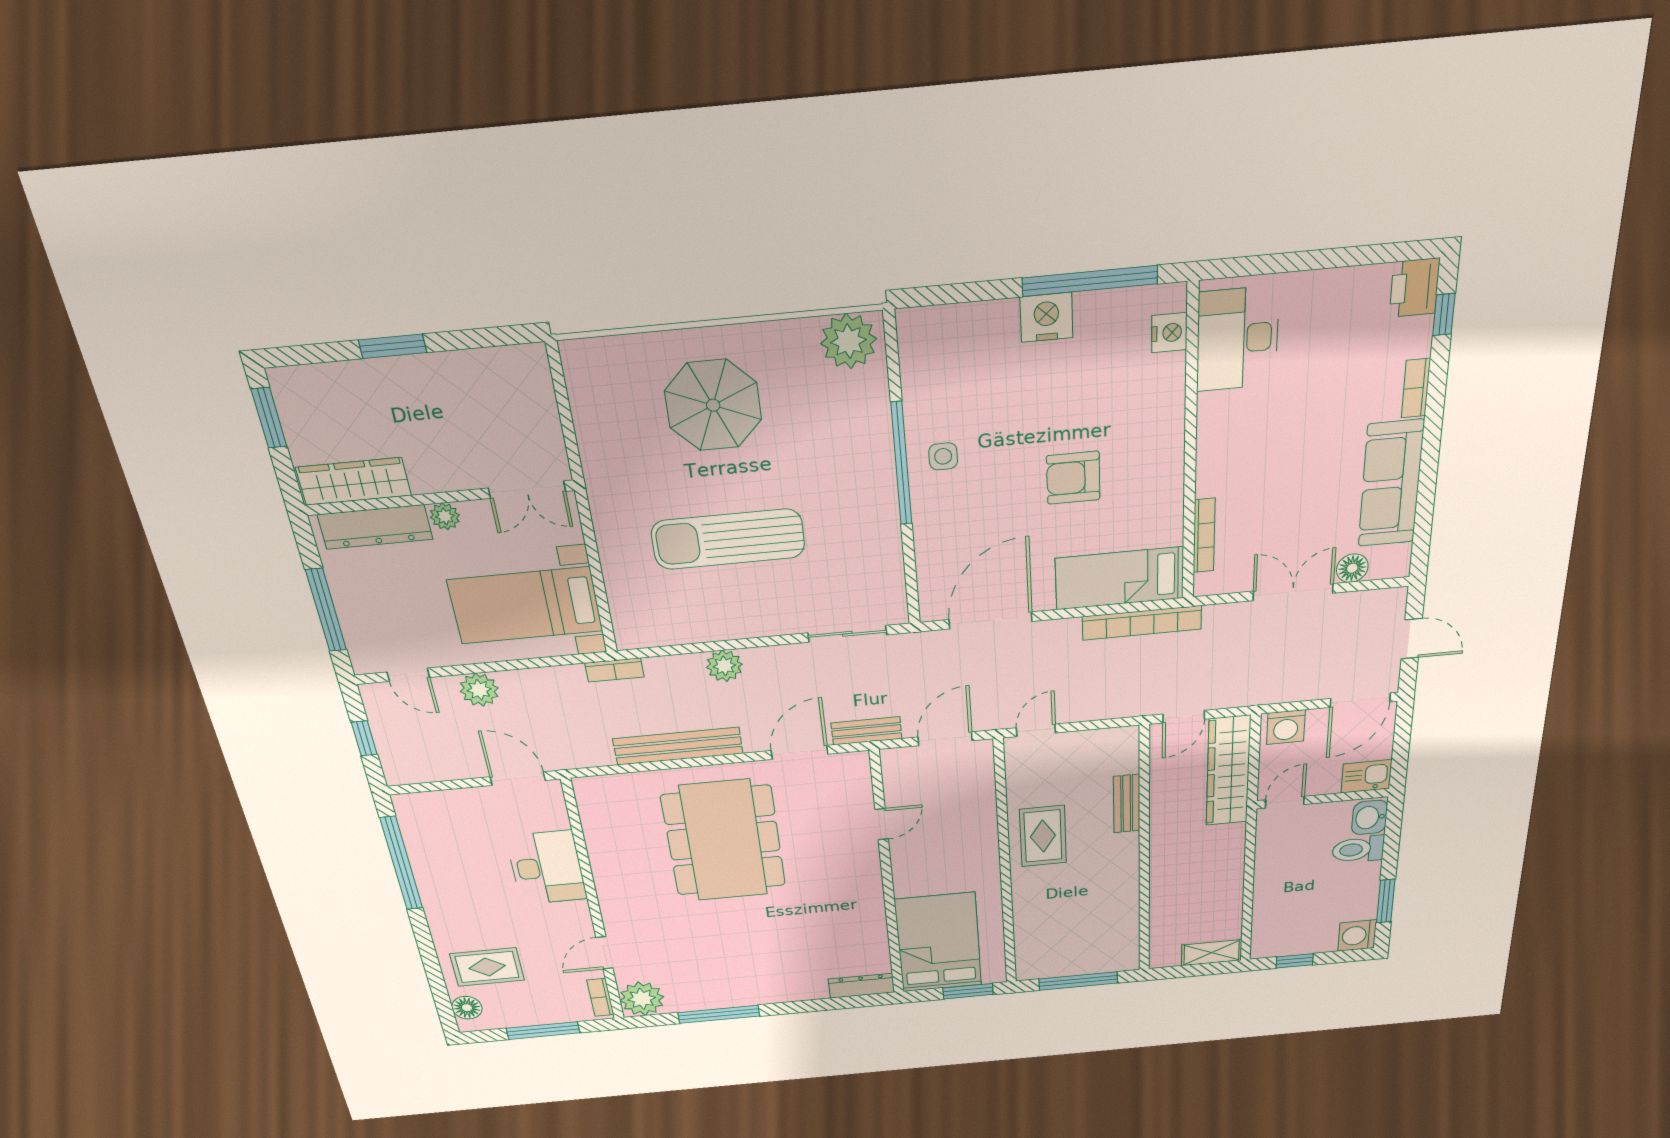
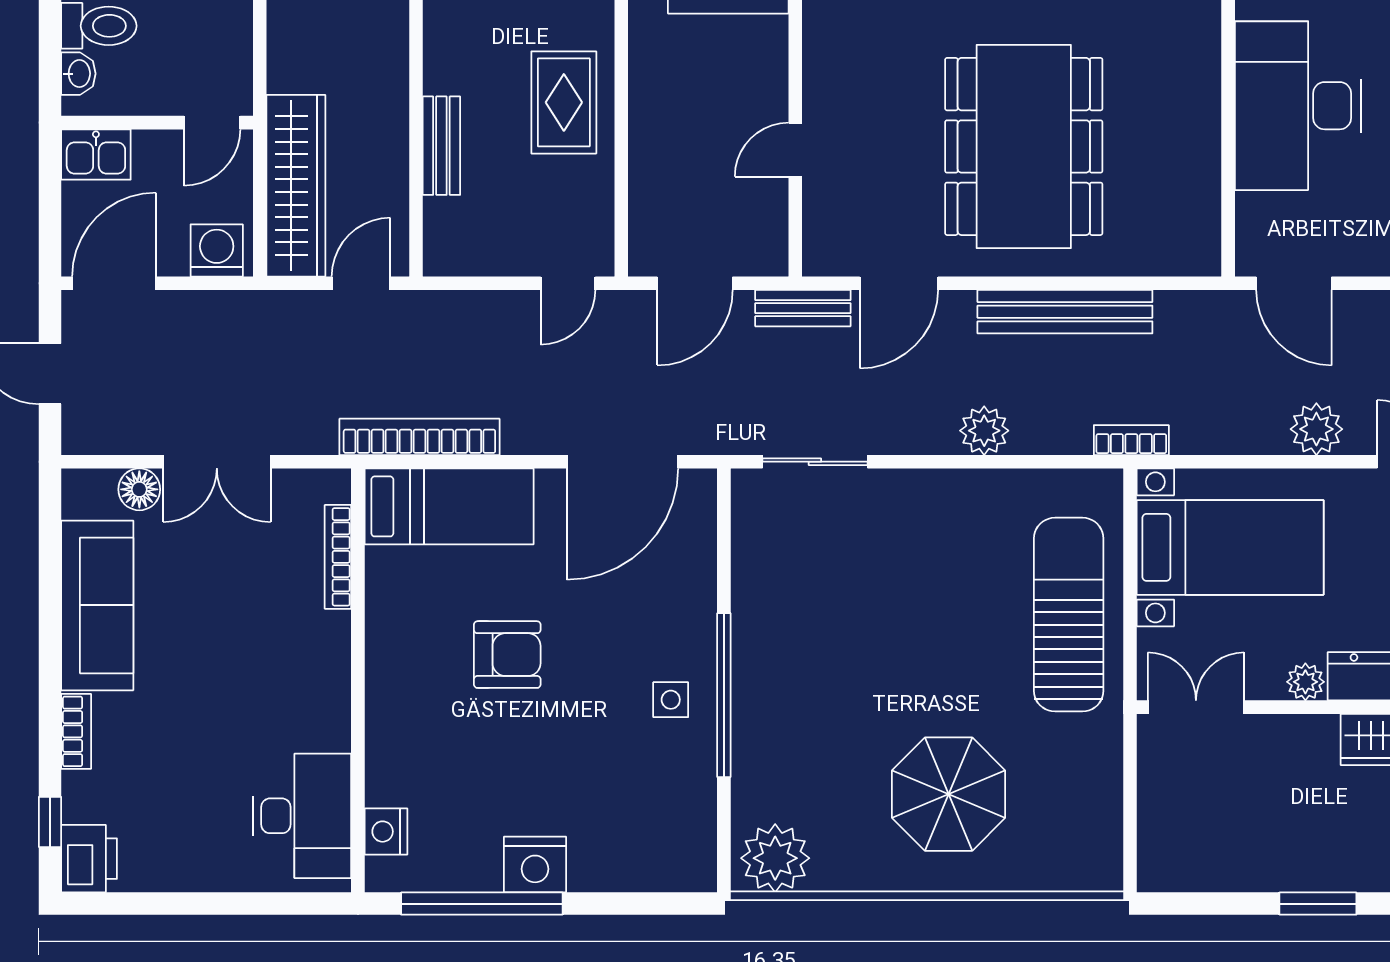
sun lounger: (728, 539) -> (1069, 615), moved, turned -90
washbasin: (1370, 817) -> (78, 74), width x0.72, depth x0.69
desk: (547, 868) -> (1298, 106), width x1.36, depth x1.30

